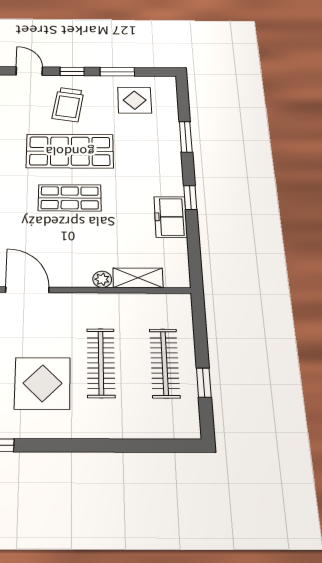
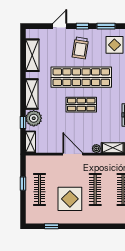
door: (29, 71) -> (60, 26), hinge flipped
shop shelf: (70, 151) -> (81, 77), width x1.40
door: (27, 290) -> (73, 154), moved

